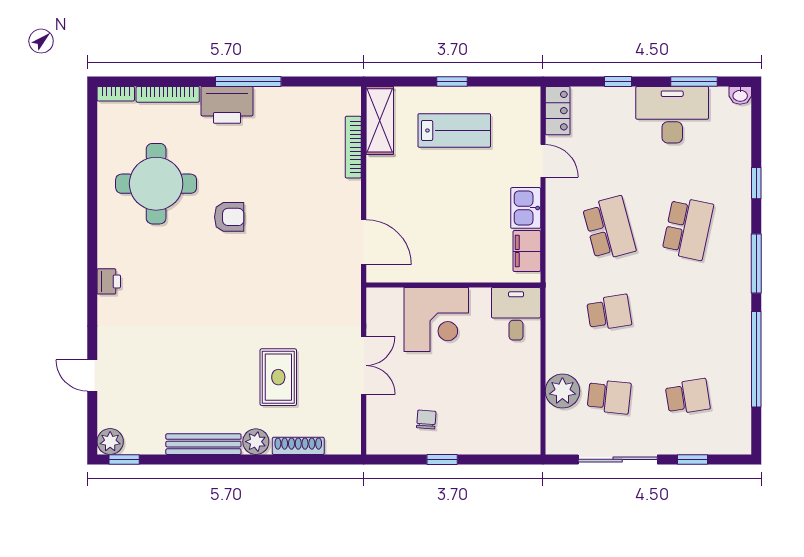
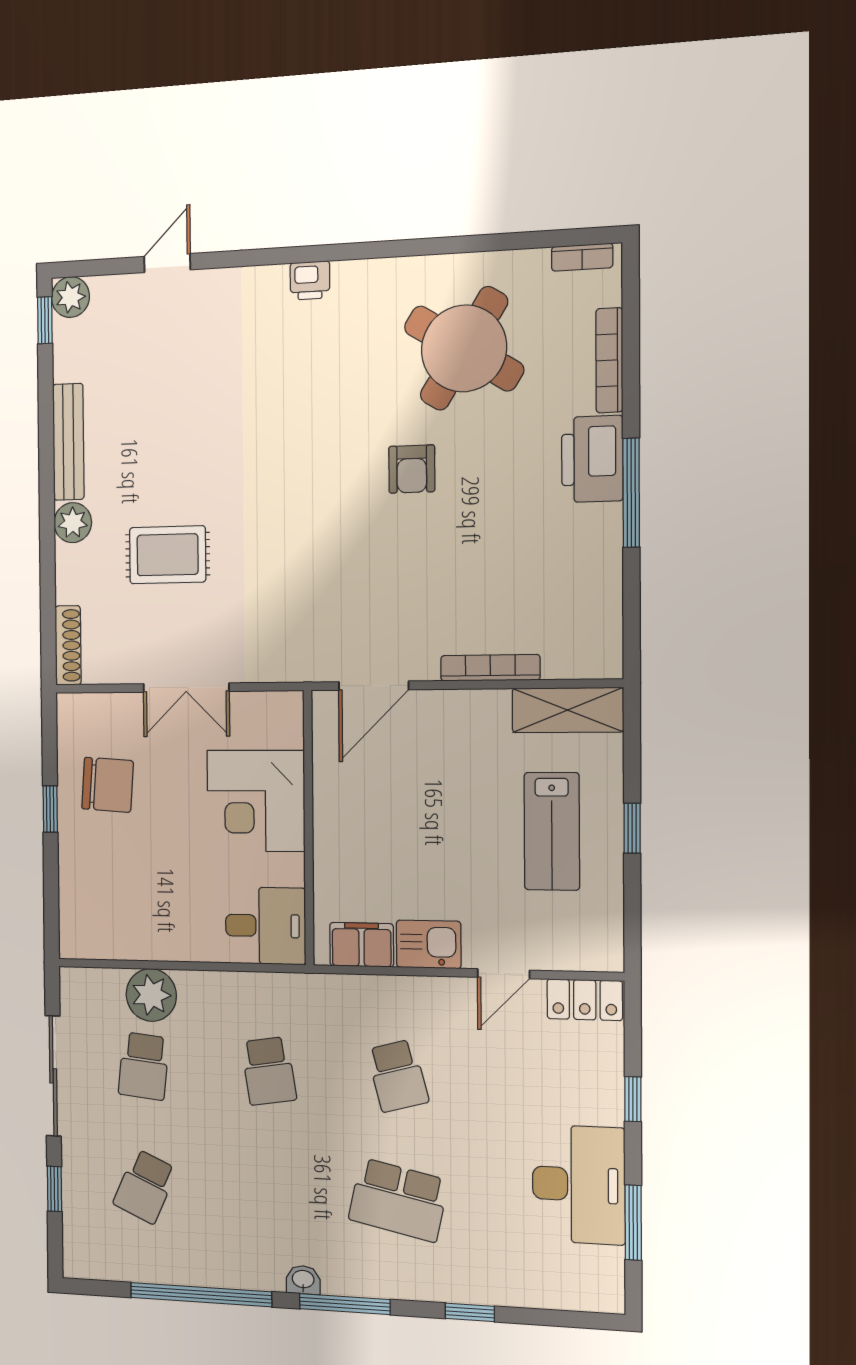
bookcase: (116, 94) -> (582, 257), moved, turned -90
washbasin: (740, 95) -> (303, 1280), moved, turned 90
bookcase: (353, 147) -> (490, 668), moved
round table: (156, 184) -> (464, 348), turned 32
school desk: (609, 228) -> (398, 1076), width x0.54
school desk: (688, 397) -> (145, 1186), turned 33
chair: (426, 419) -> (108, 785), width x1.87, depth x1.87
shoe rack: (298, 446) -> (68, 645), moved

